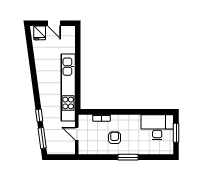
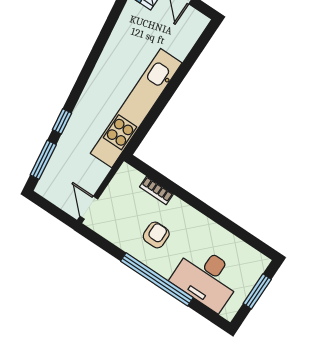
desk: (157, 127) -> (206, 278), moved, turned 180
door: (77, 134) -> (89, 208), moved
window: (128, 157) -> (157, 279), width x2.11

